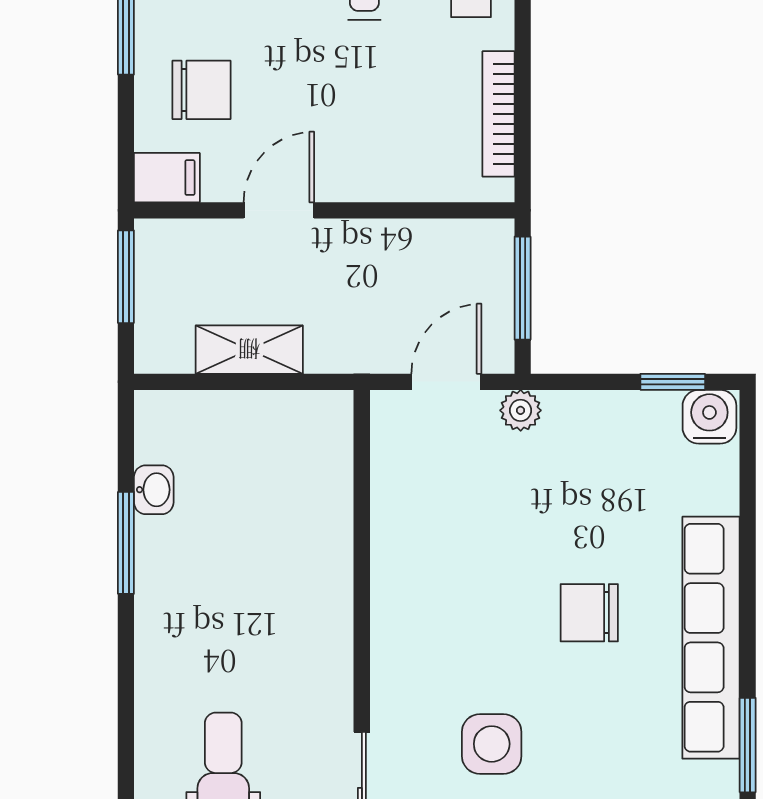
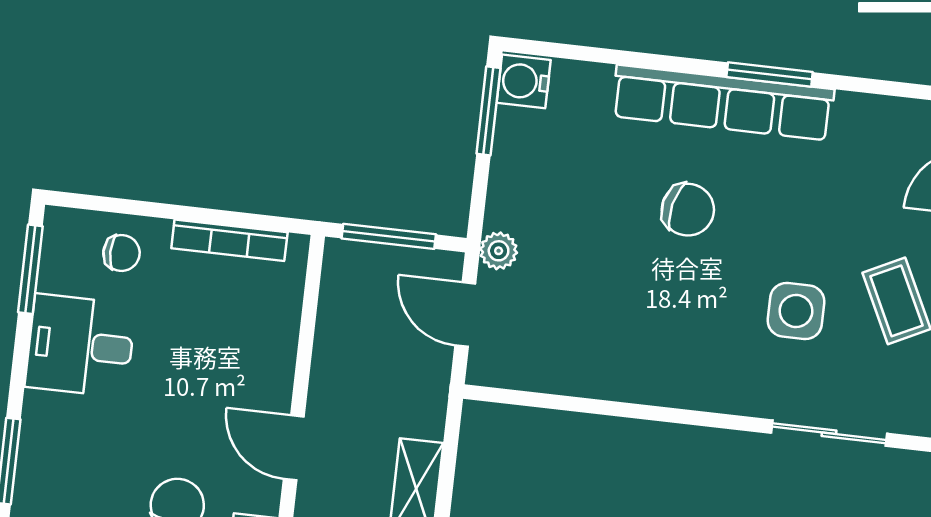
window: (673, 382) -> (488, 111), width x1.50
chair: (589, 613) -> (688, 210), turned -77
window: (748, 745) -> (770, 74), moved

